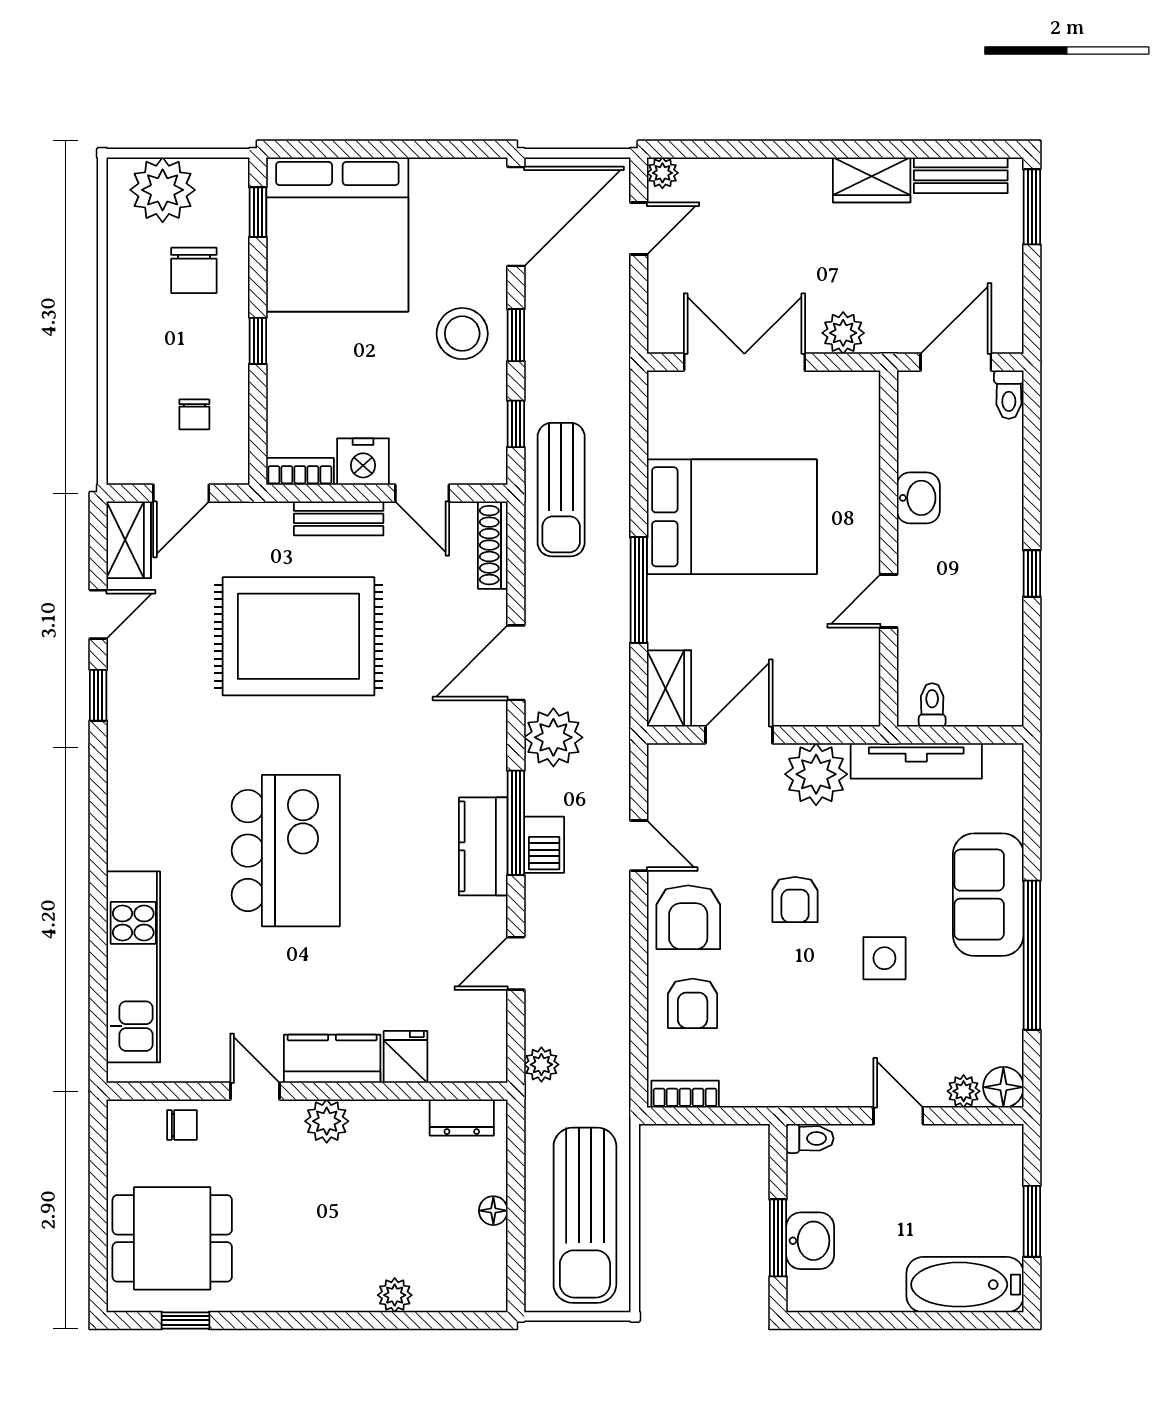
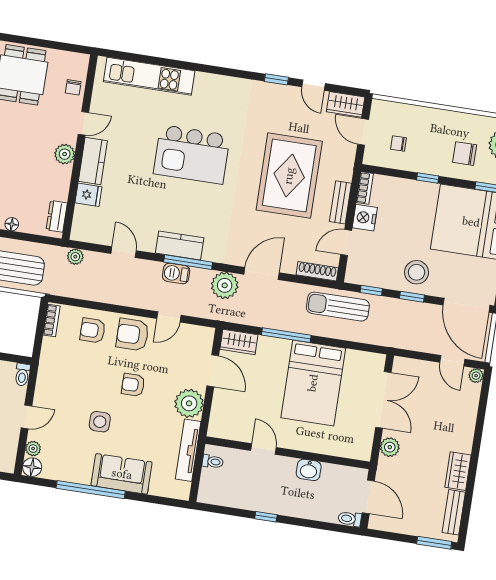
door: (516, 663) -> (262, 273), hinge flipped

